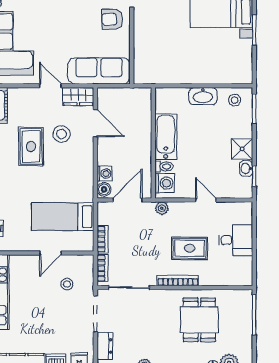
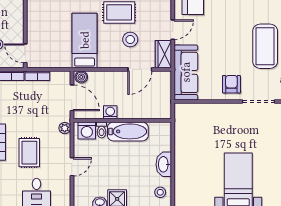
washing machine: (105, 174) -> (110, 112), moved, turned 180
bed: (63, 217) -> (85, 40), moved
door: (50, 253) -> (25, 53), moved

